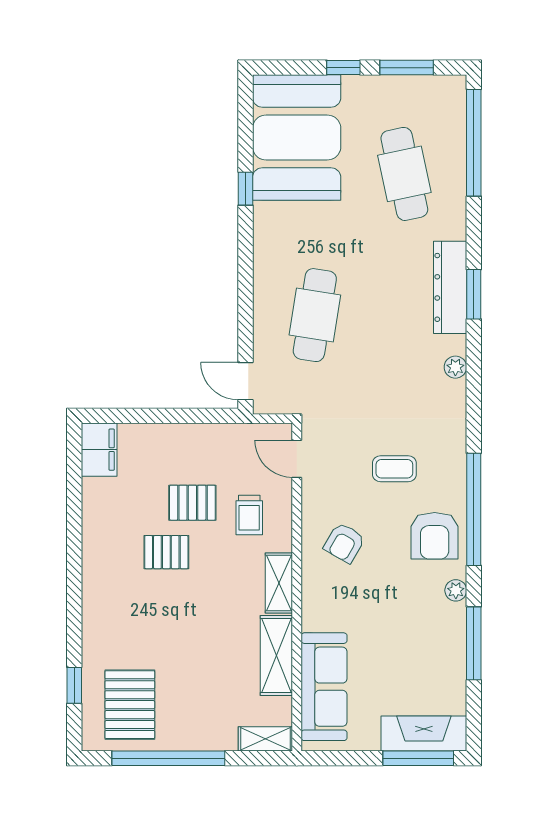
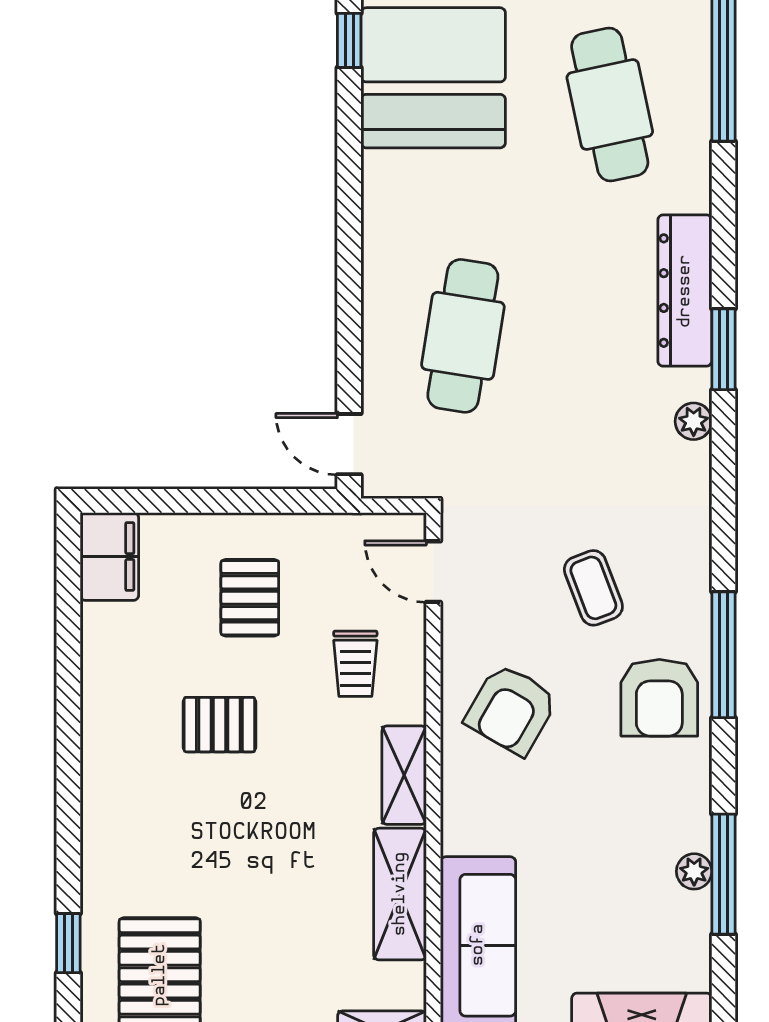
window: (245, 189) -> (349, 40), moved
window: (474, 294) -> (723, 349), moved
coffee table: (394, 469) -> (593, 588), turned 69
pallet: (192, 503) -> (250, 598), moved, turned 90
window: (474, 509) -> (723, 655), width x0.68
armchair: (344, 543) -> (511, 709), width x1.38, depth x1.38
plant: (456, 590) -> (694, 871), moved

